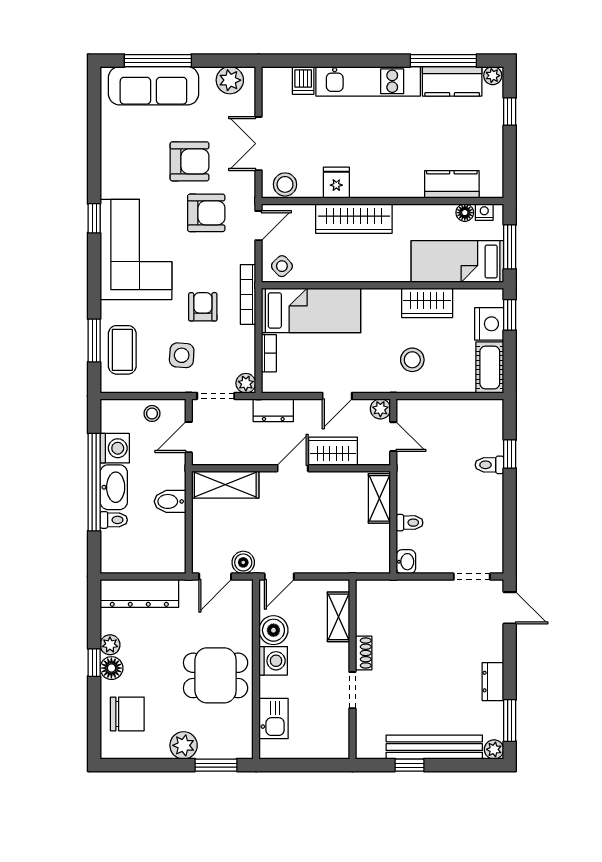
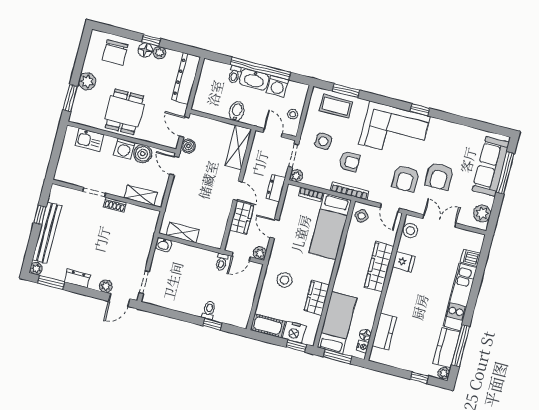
shelving: (379, 498) -> (183, 232), moved
toilet: (410, 523) -> (222, 262), moved
plant: (494, 634) -> (106, 286), added

